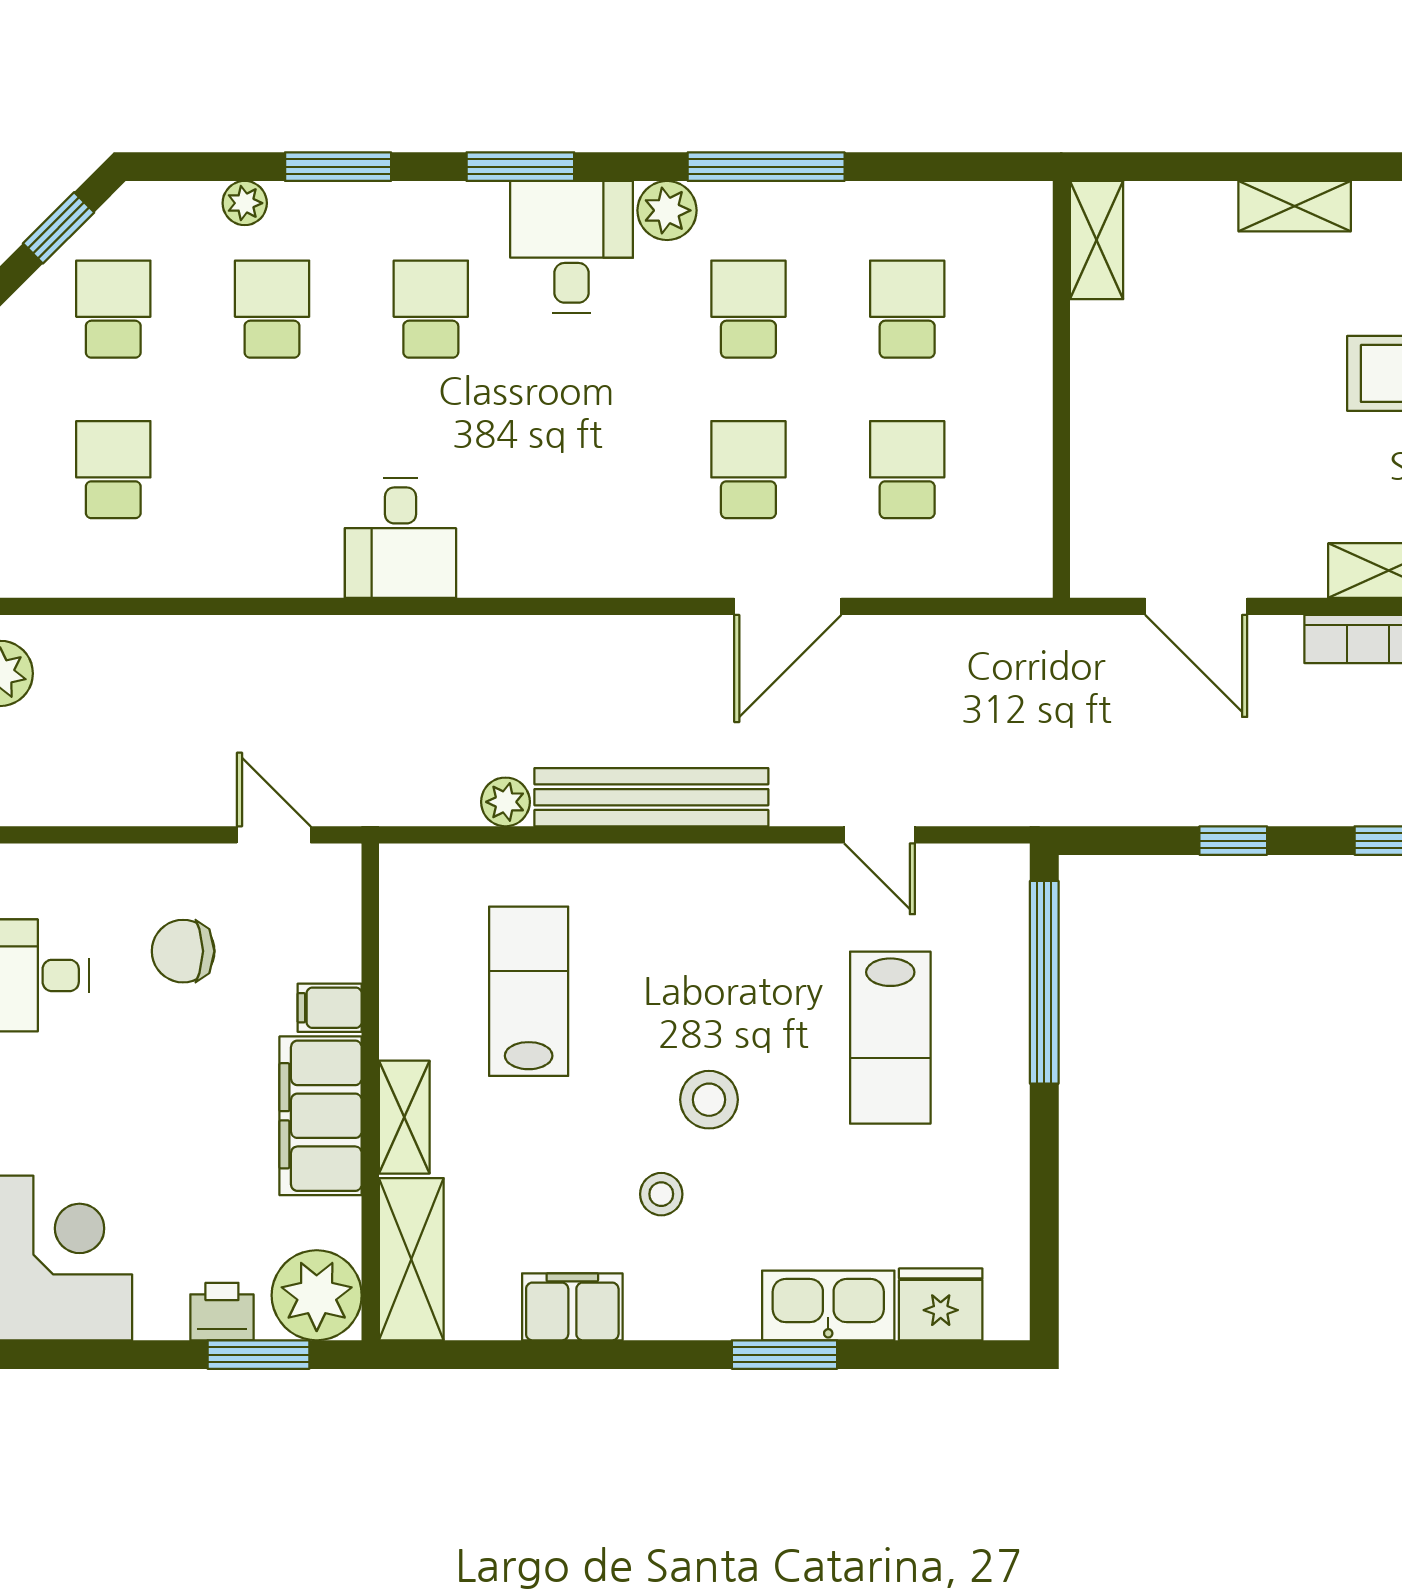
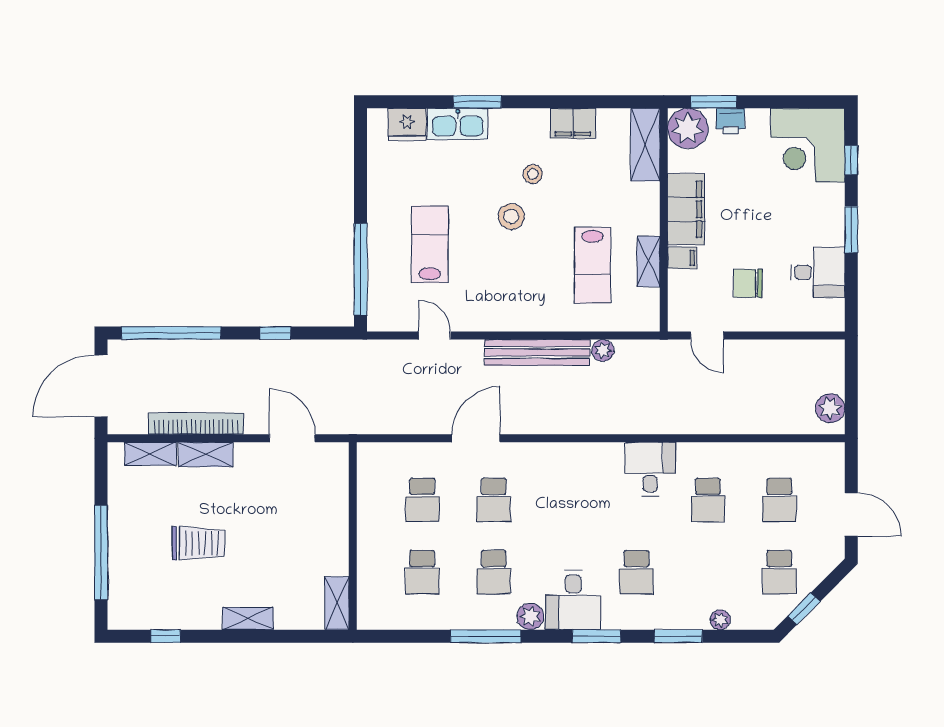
school desk: (272, 309) -> (708, 500), moved
chair: (183, 951) -> (748, 283), turned 180
shelving: (404, 1117) -> (648, 262), moved

